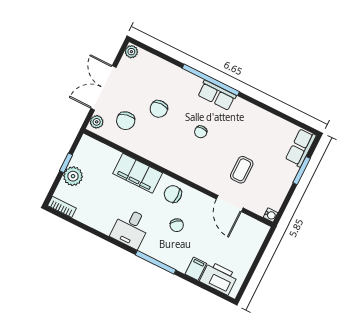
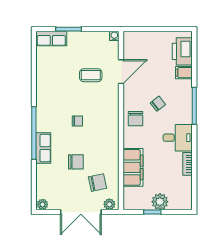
row of seats: (217, 95) -> (43, 148), moved
filing cabinet: (138, 173) -> (133, 167), moved
bookcase: (62, 207) -> (188, 164), moved

